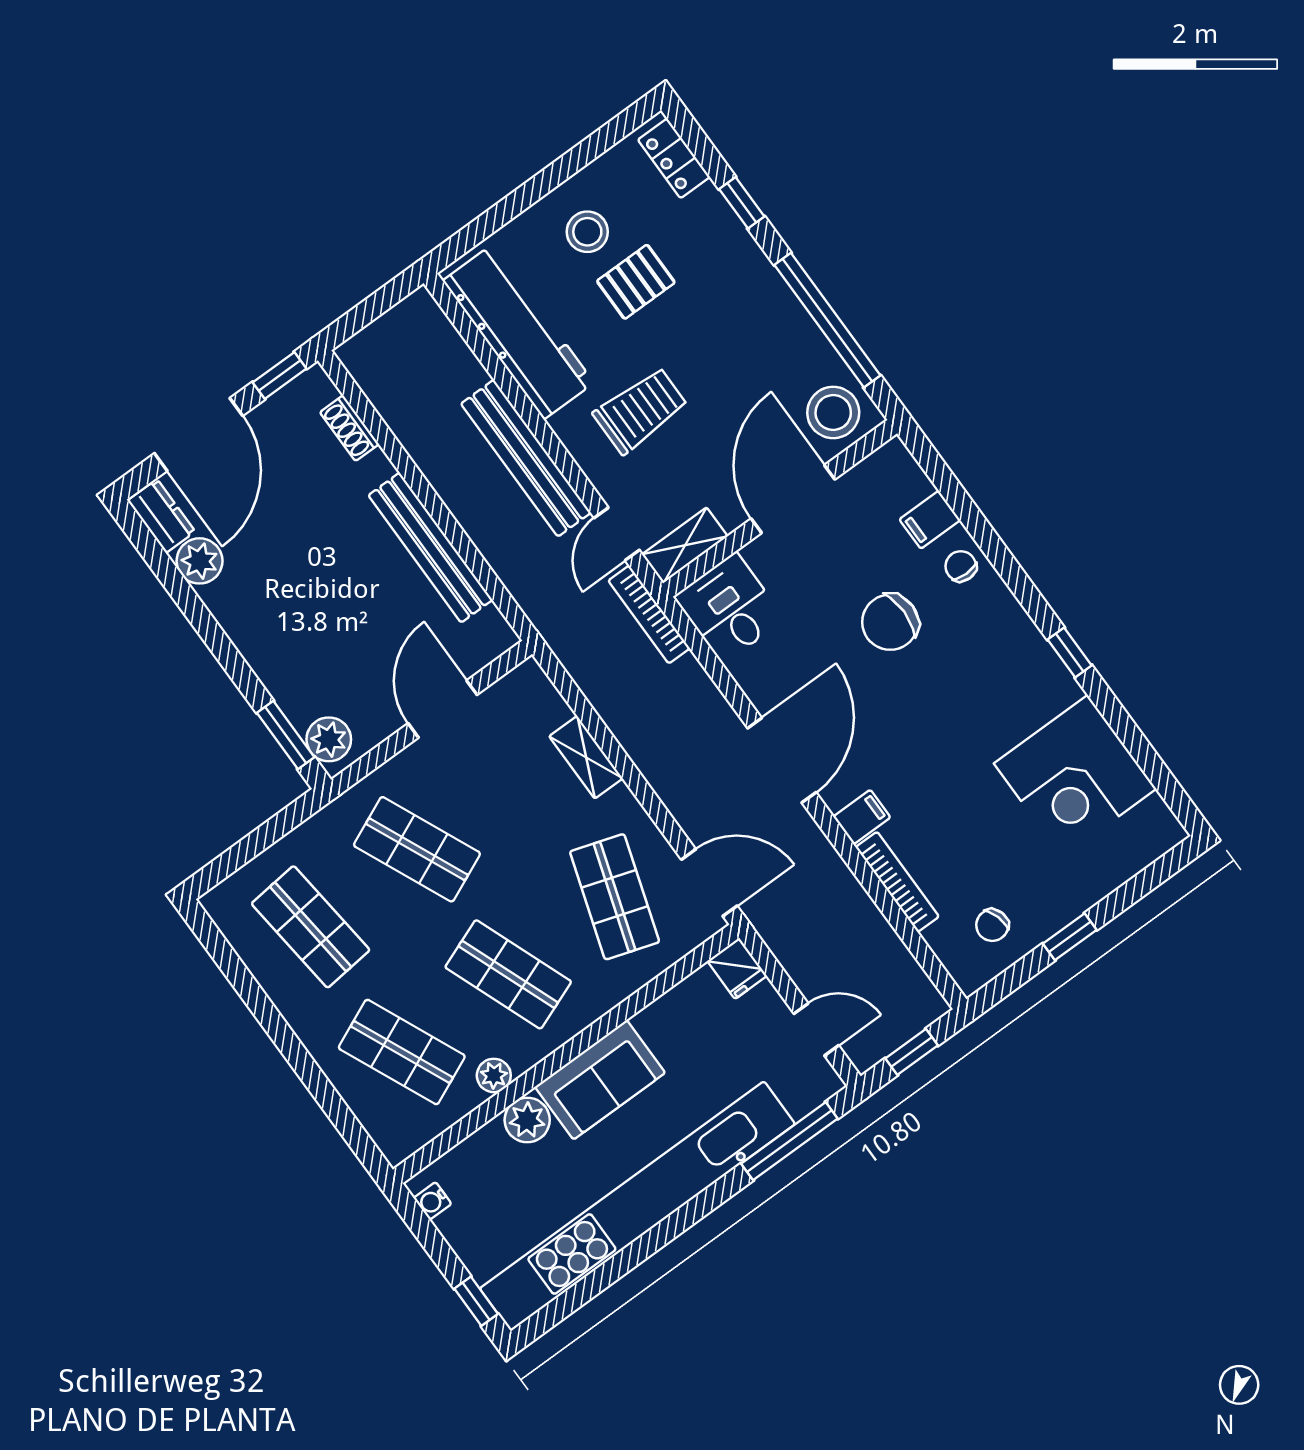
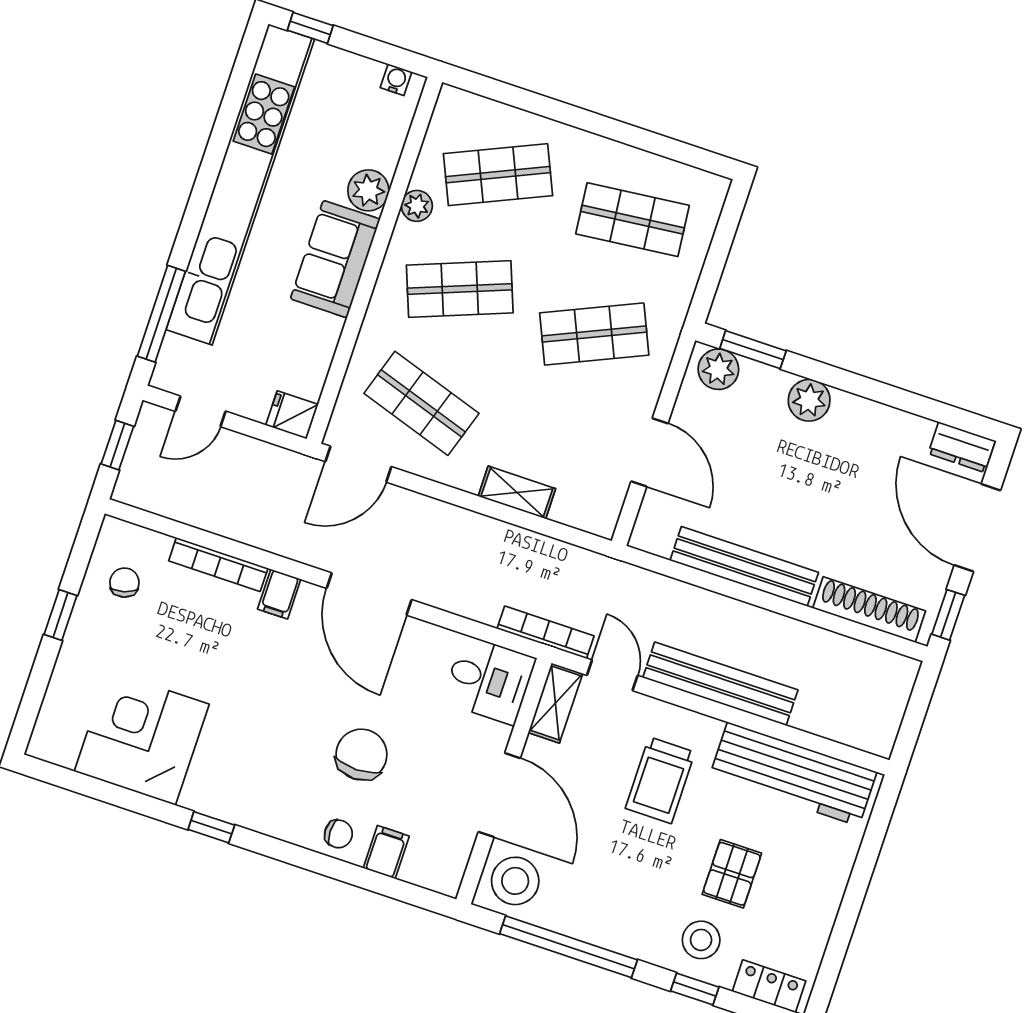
stool: (587, 232) -> (701, 940), moved
shoe rack: (349, 428) -> (869, 610), width x1.94, depth x1.24
plant: (200, 561) -> (809, 400), moved

